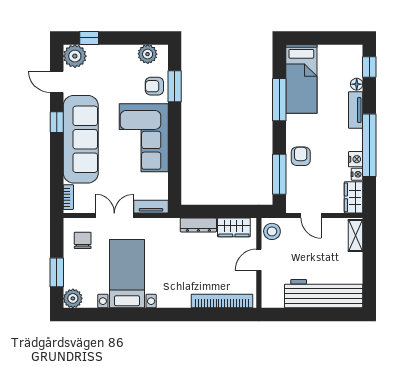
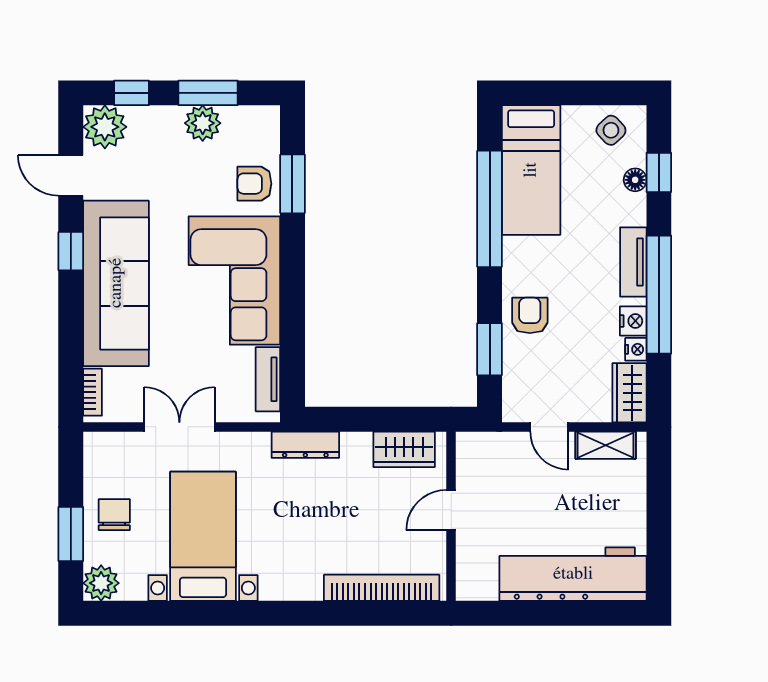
window: (130, 38) -> (208, 93), added
plant: (148, 54) -> (203, 123), moved
side table: (344, 58) -> (611, 130), added
window: (369, 67) -> (659, 172), moved
window: (279, 100) -> (490, 209), width x1.46
tv unit: (356, 110) -> (633, 262), moved
window: (279, 174) -> (490, 349), width x0.69
tv unit: (151, 207) -> (268, 379), moved, turned -90
dresser: (198, 225) -> (305, 445), moved
stool: (272, 231) -> (476, 457), removed
shelving: (355, 236) -> (606, 445), moved, turned 90
chair: (83, 240) -> (114, 515), moved

